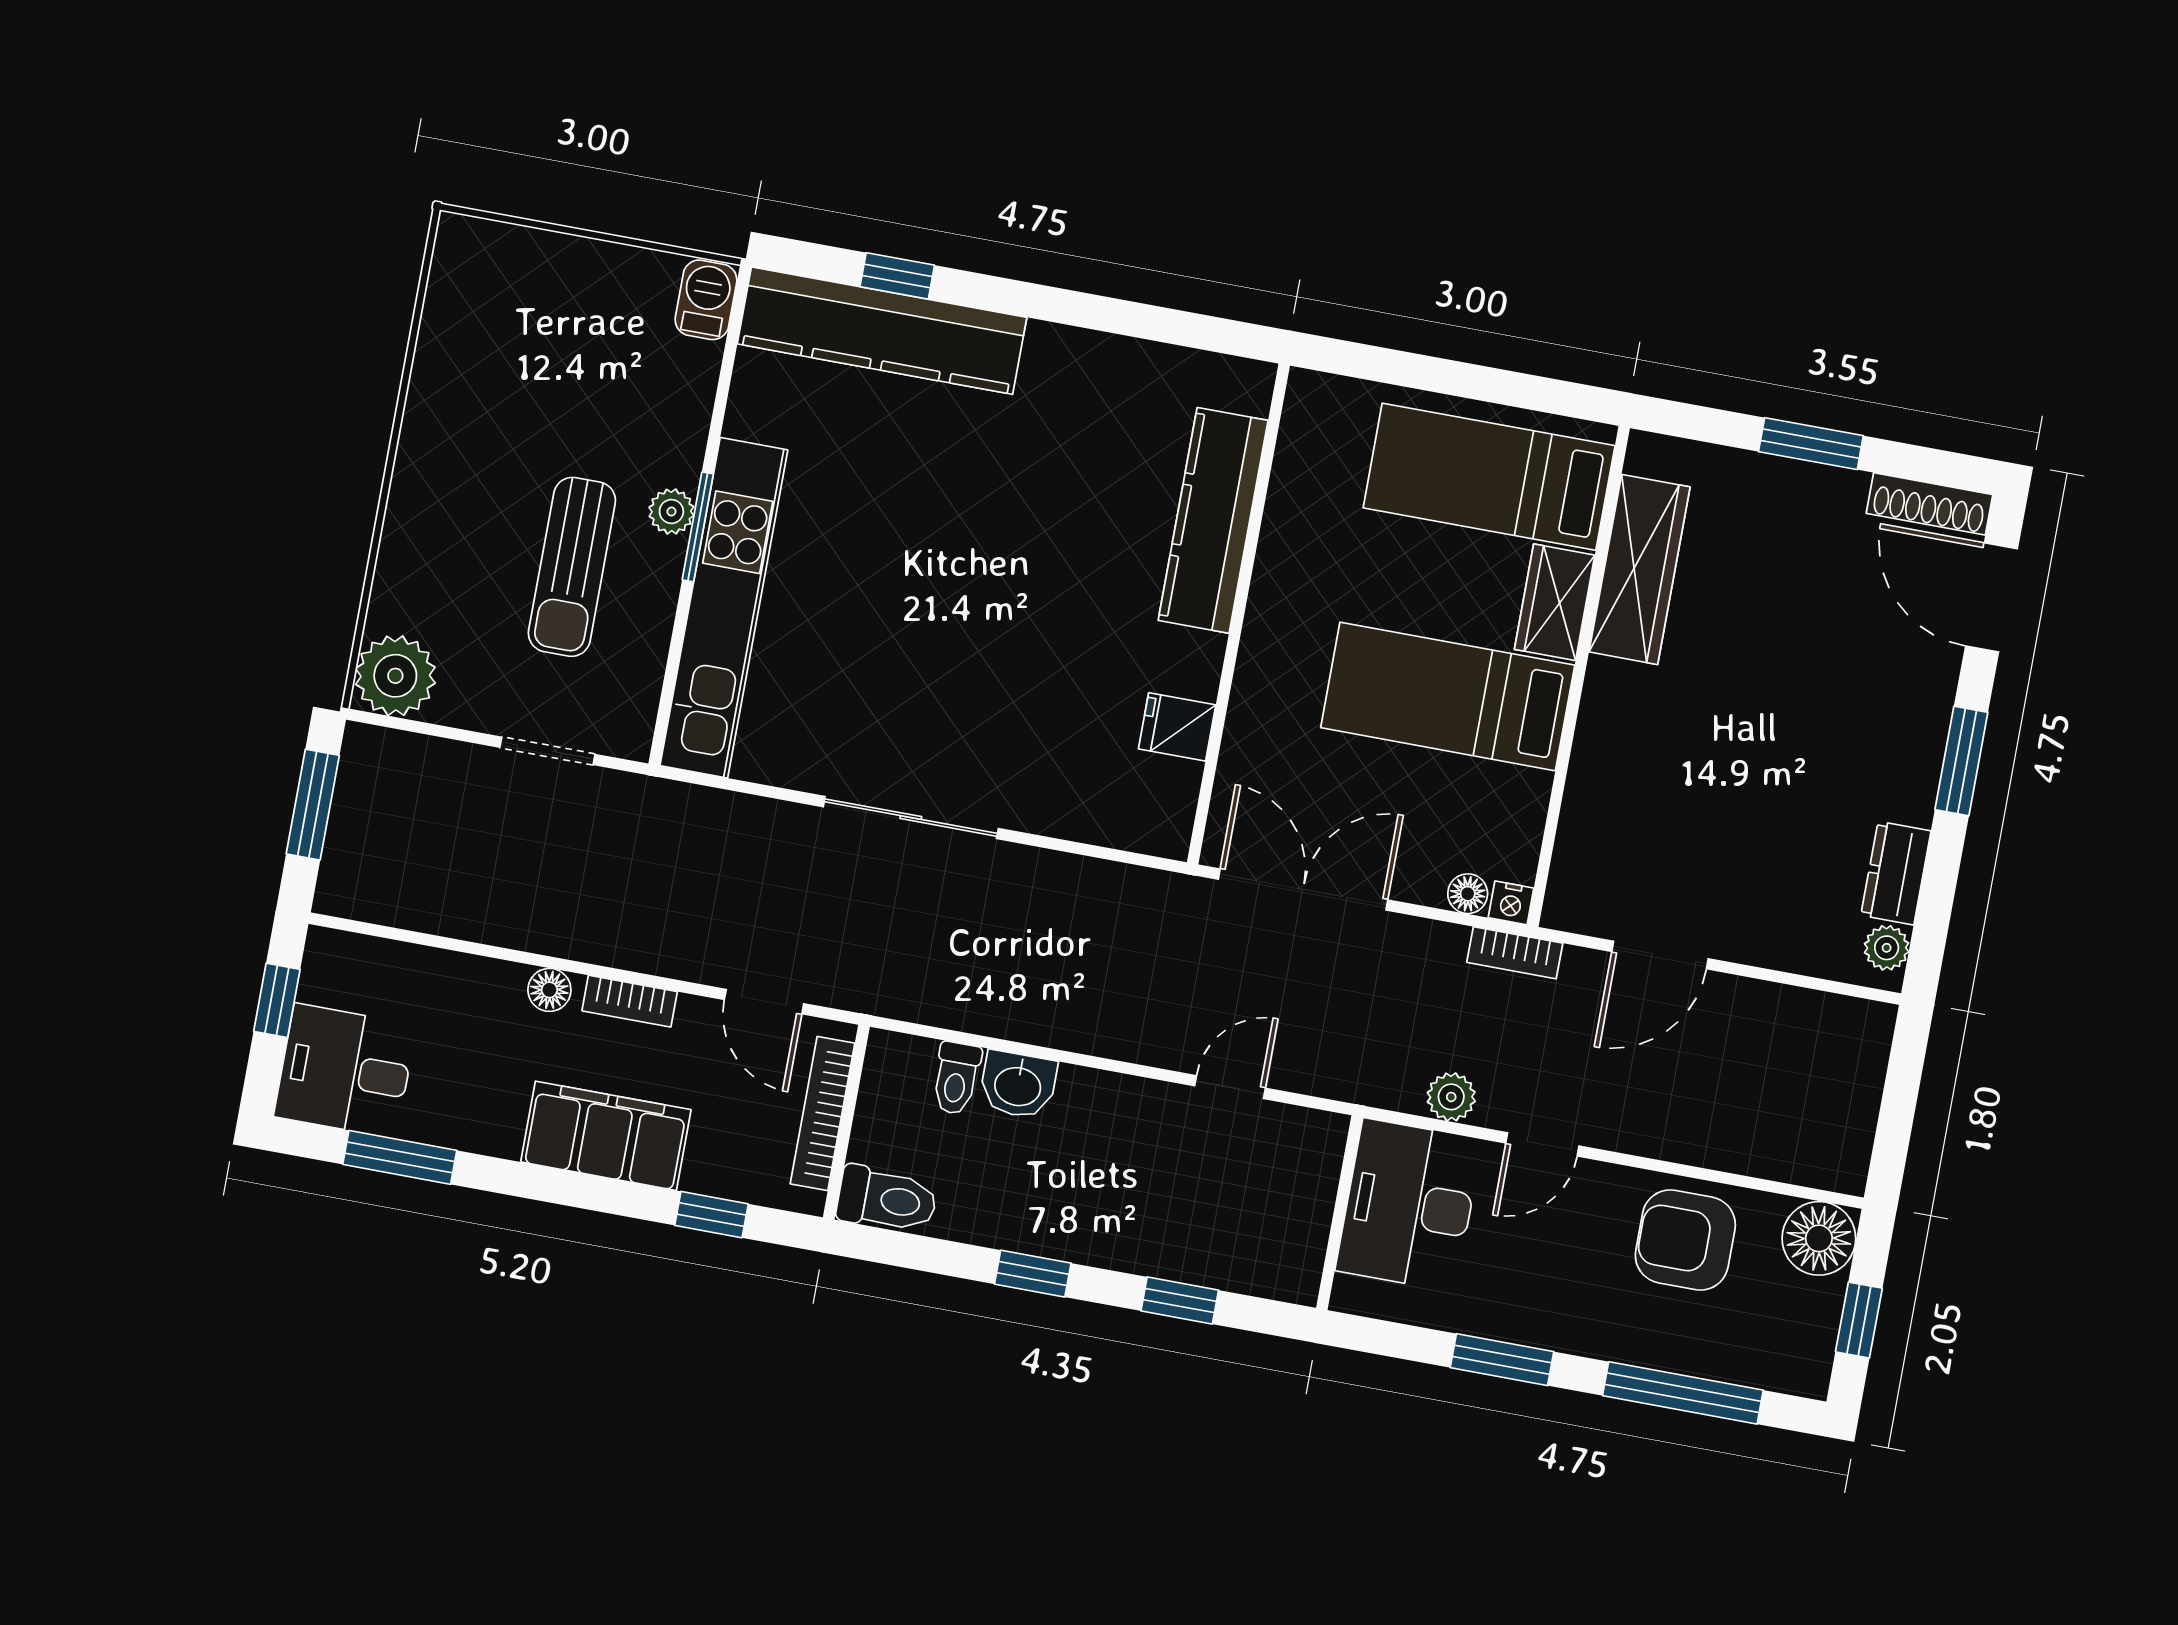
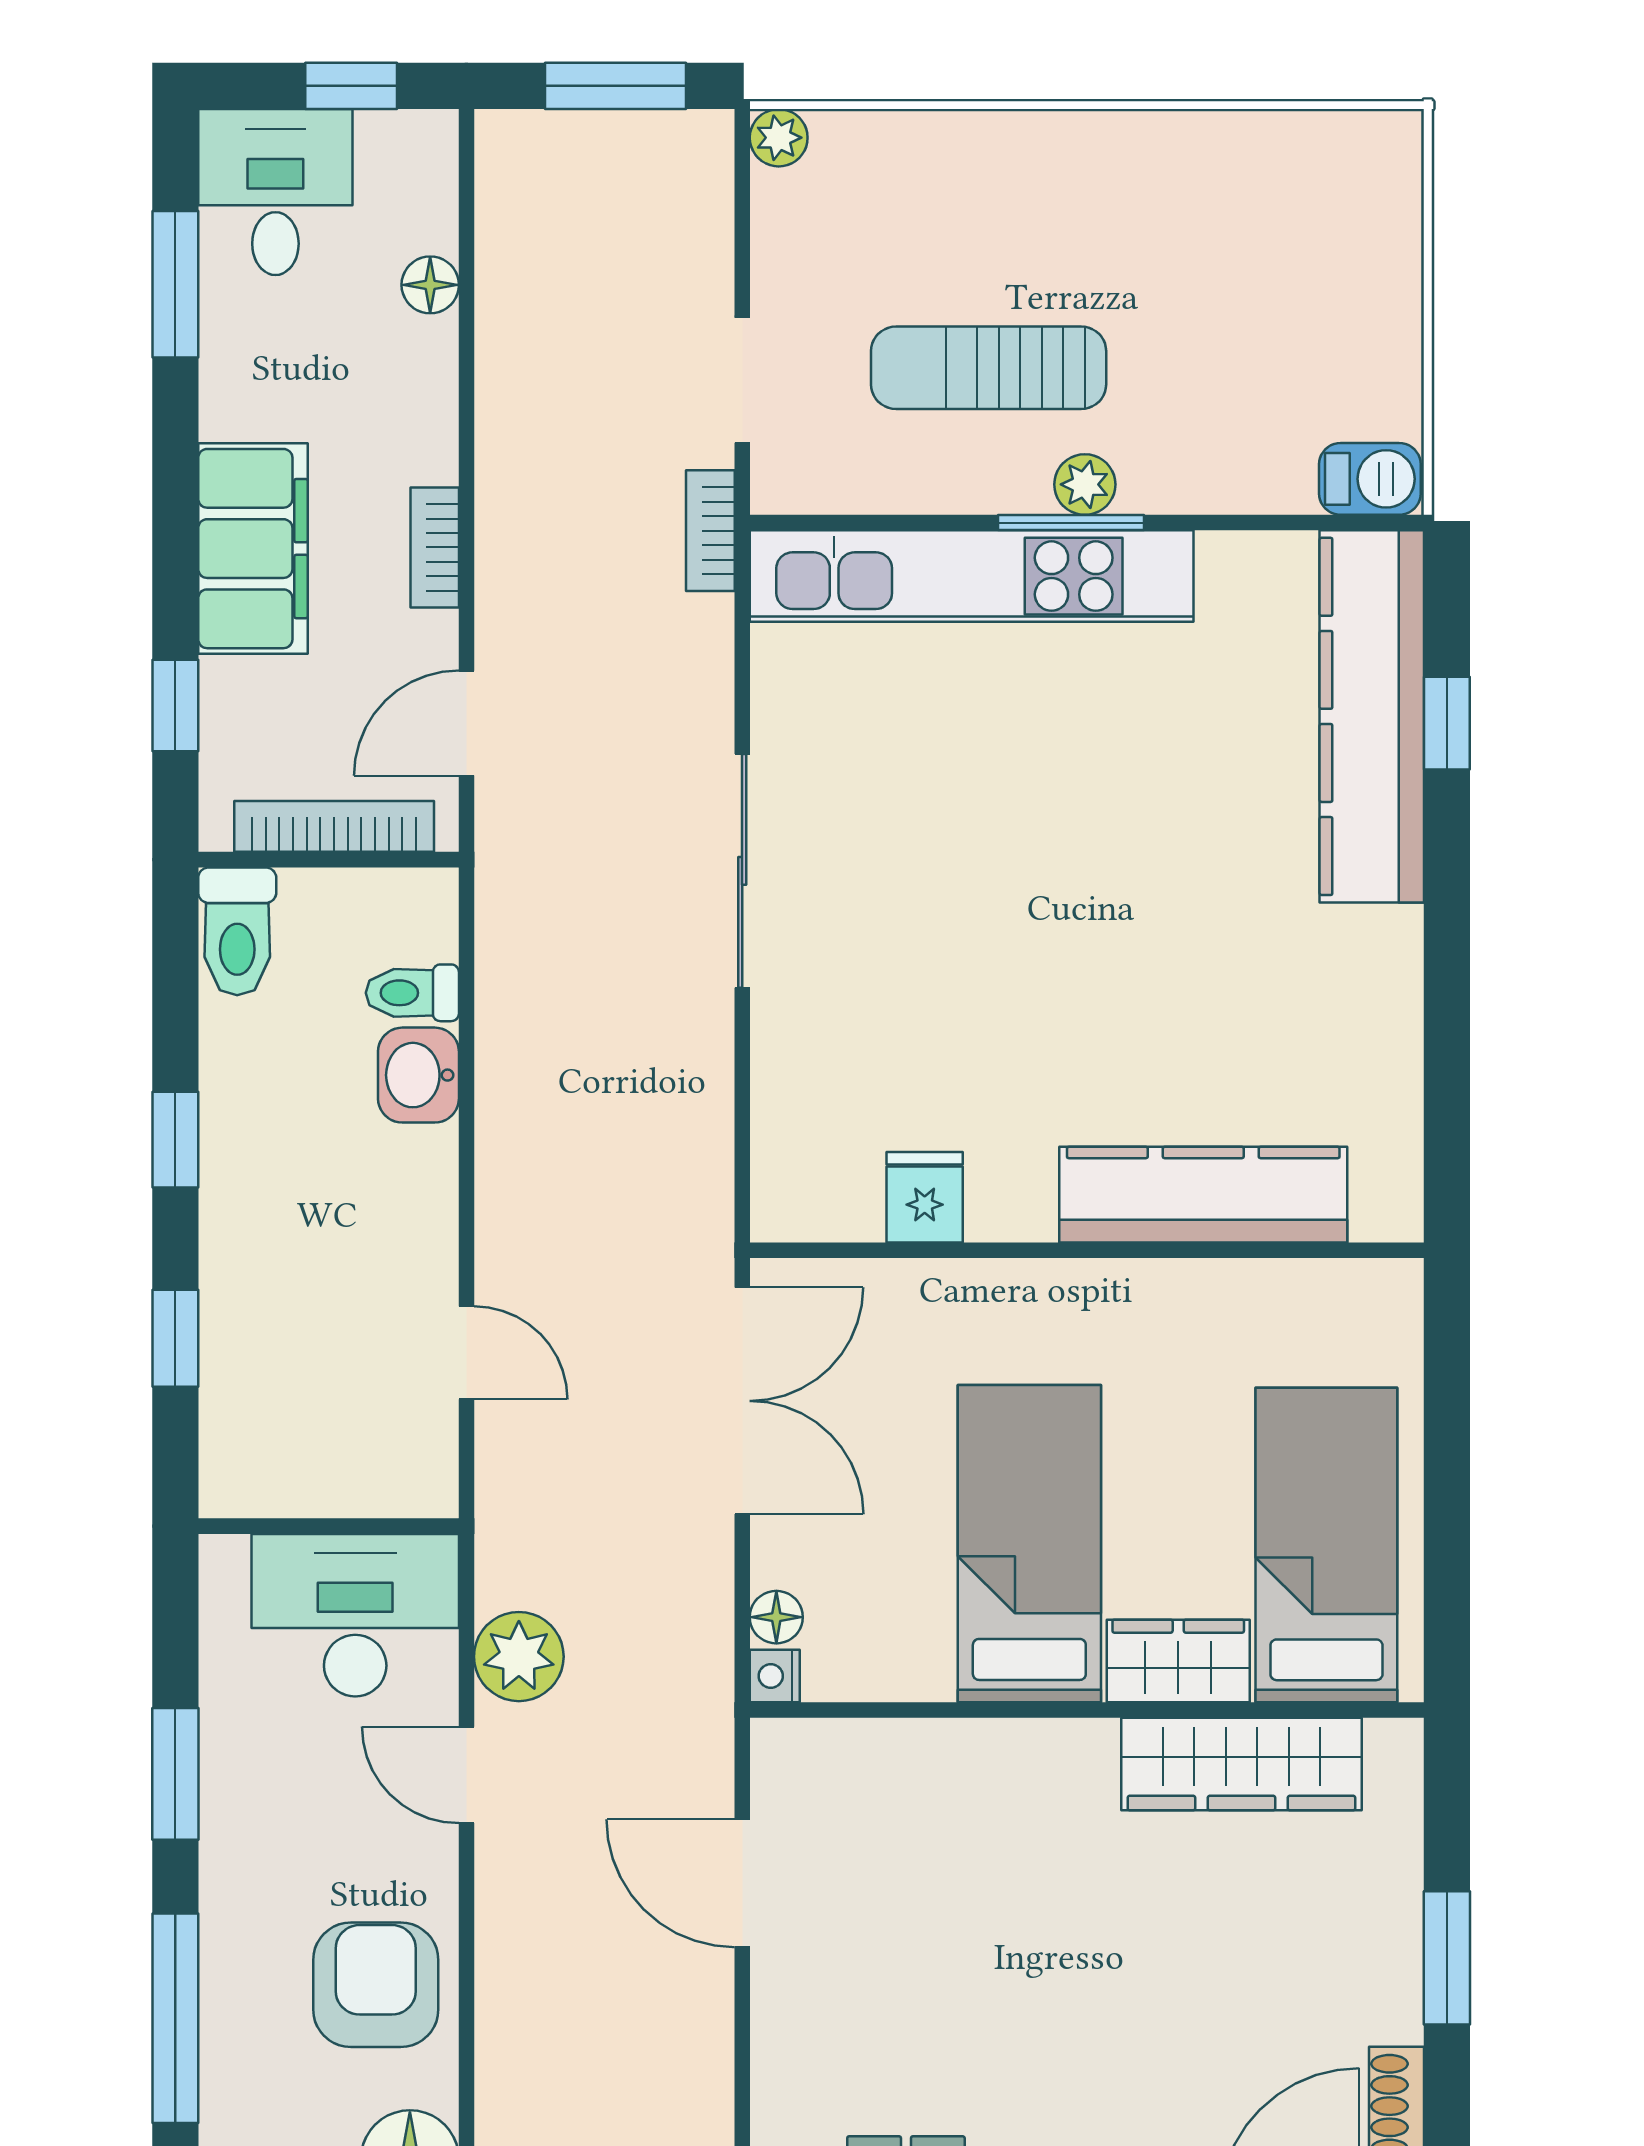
plant: (395, 676) -> (779, 138), width x0.53, depth x0.53
bookcase: (1515, 953) -> (710, 531), moved
floor lamp: (549, 990) -> (430, 285), moved
plant: (1451, 1097) -> (519, 1657), width x1.38, depth x1.38

